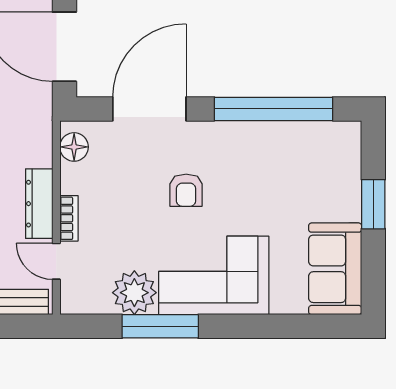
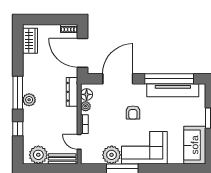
tv unit: (282, 137) -> (173, 90), added
plant: (72, 175) -> (86, 106), added
dresser: (39, 204) -> (72, 92), moved

